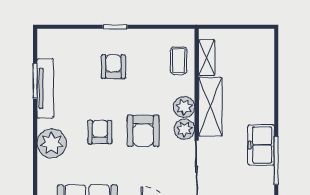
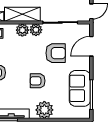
armchair: (143, 131) -> (56, 53), moved

